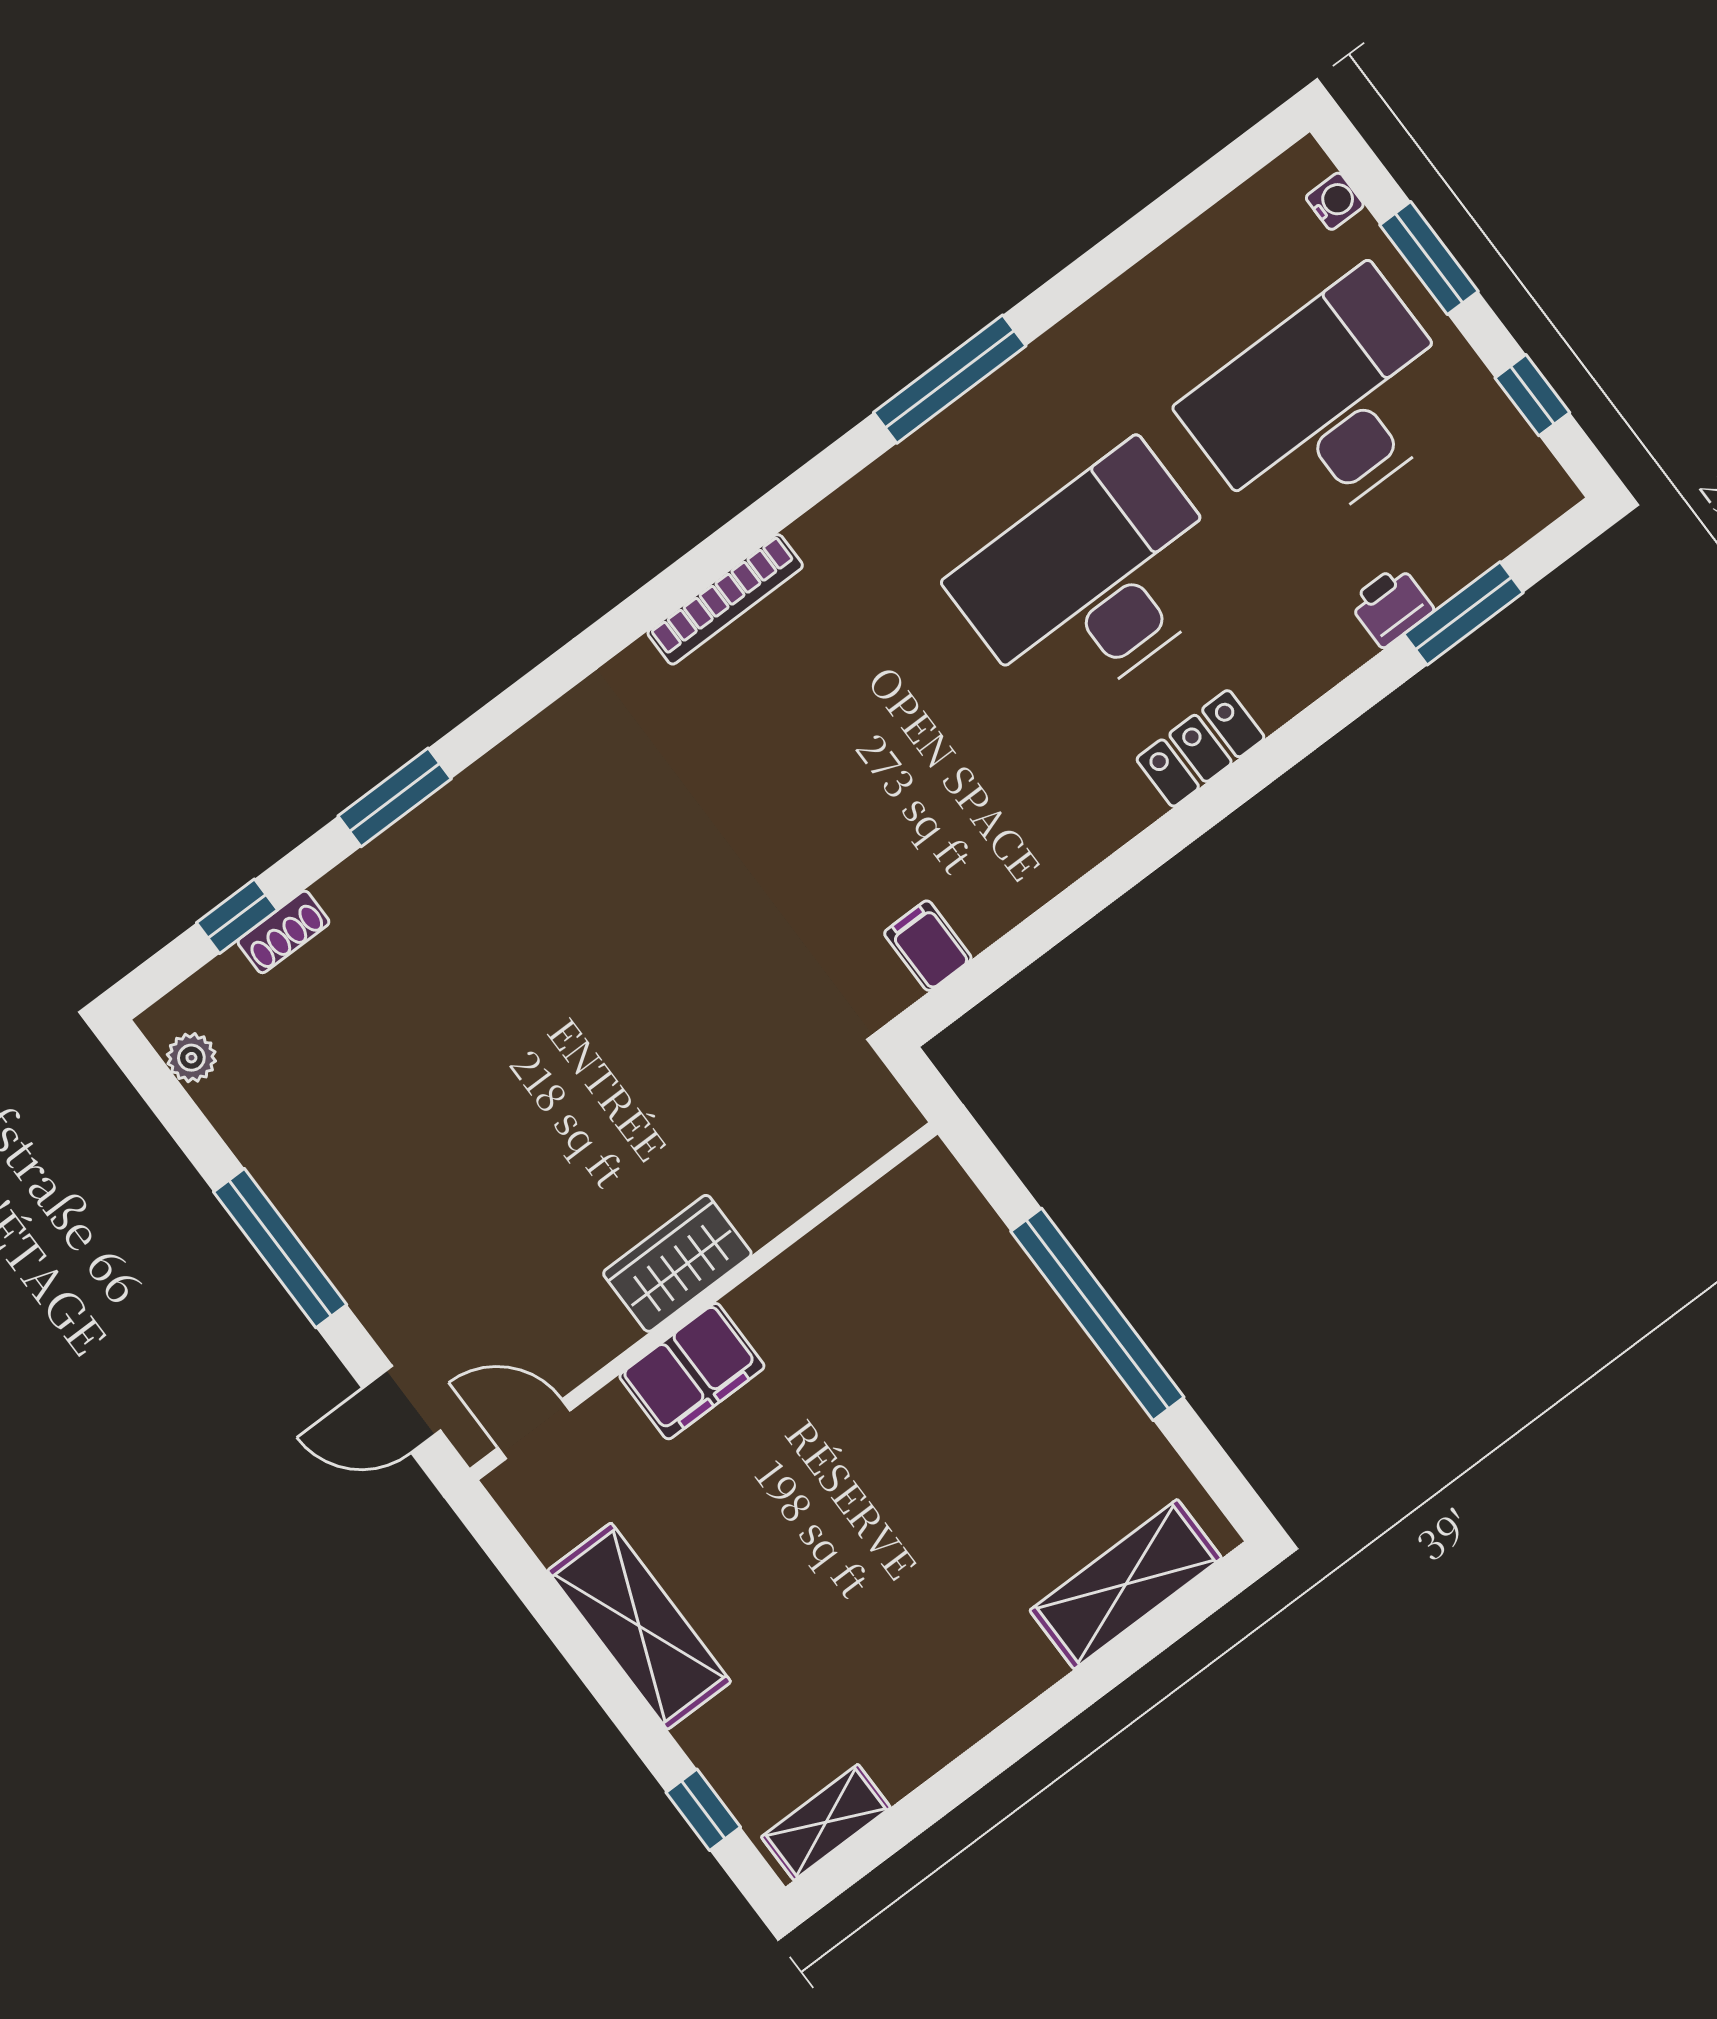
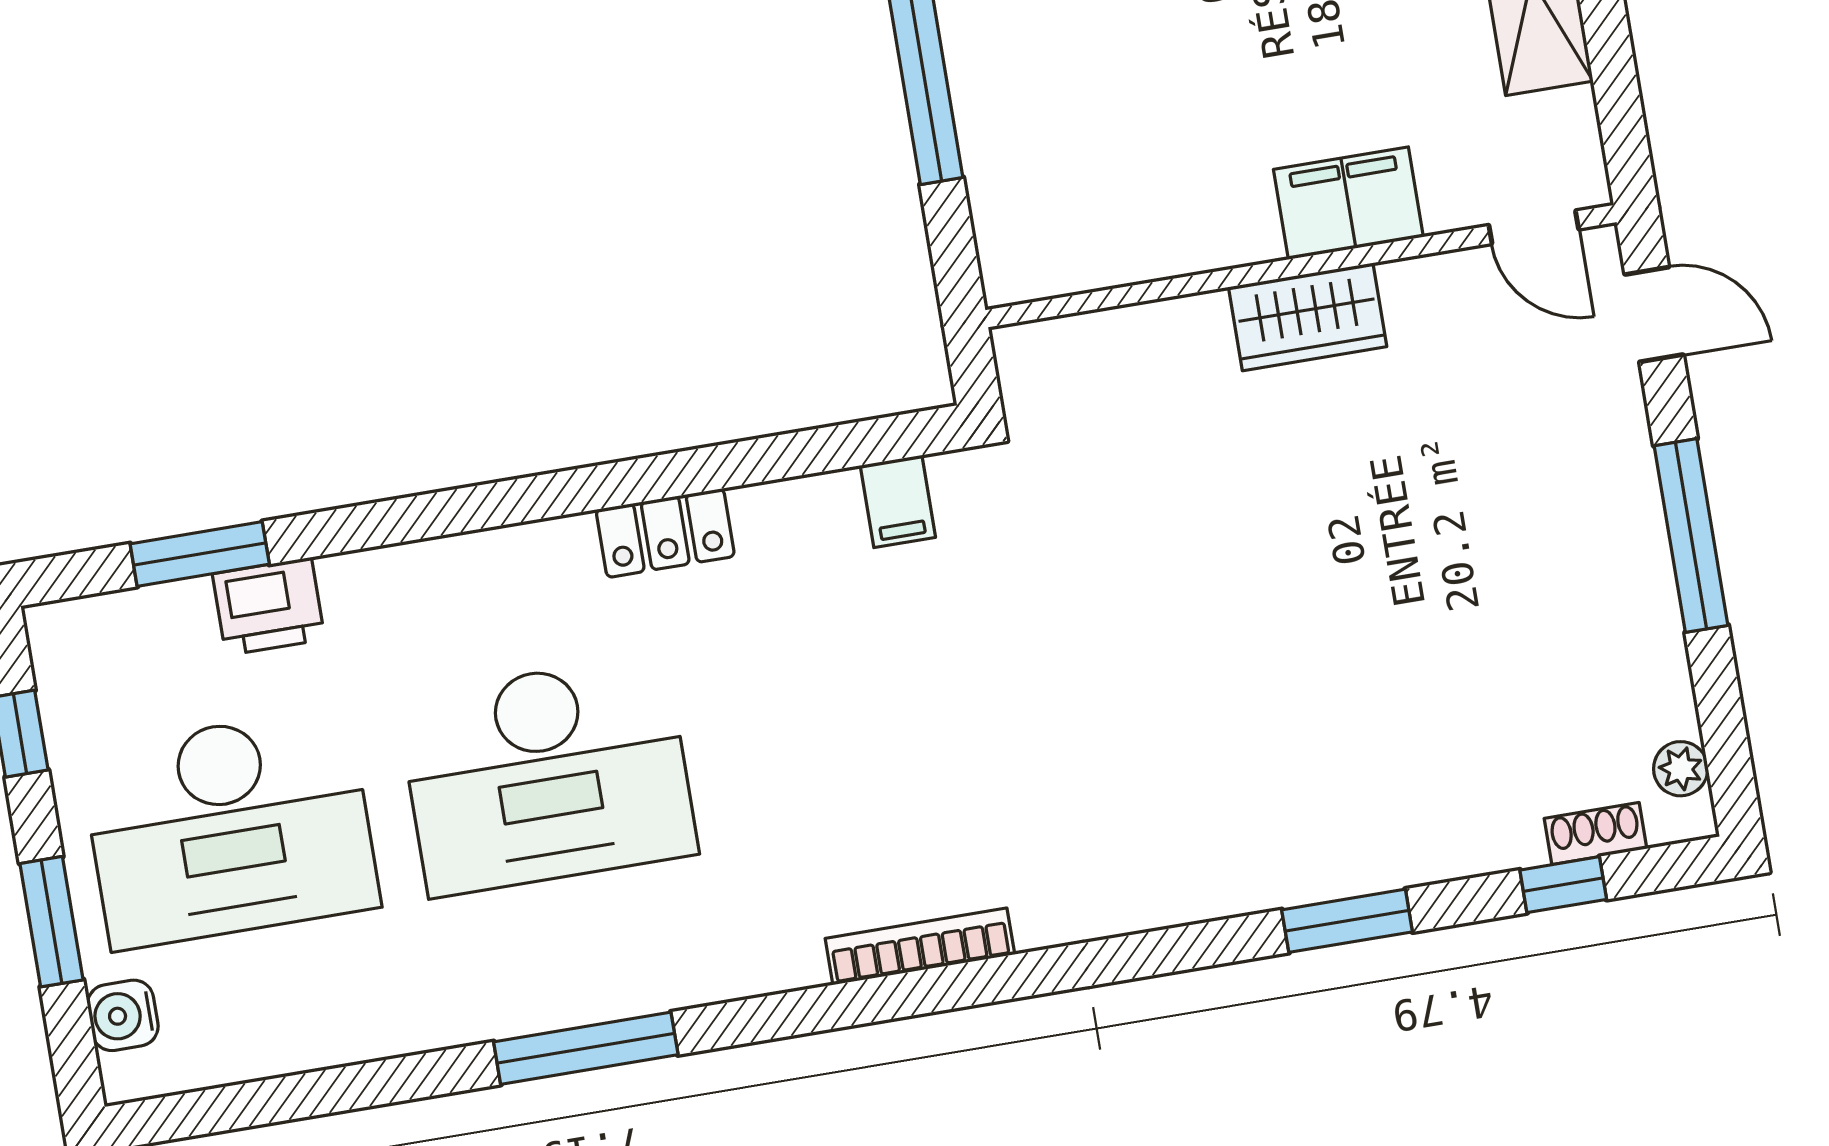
water cooler: (1335, 201) -> (123, 1015), width x1.38, depth x1.38
printer: (1391, 606) -> (269, 606), width x1.36, depth x1.24
locker: (1200, 748) -> (665, 533), moved
shoe rack: (283, 932) -> (1595, 834), moved

